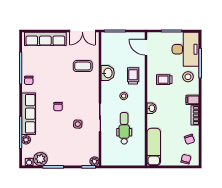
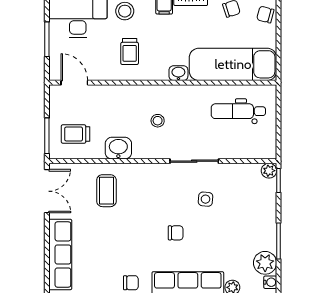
door: (146, 47) -> (74, 83), swing flipped
trolley: (133, 76) -> (76, 134), moved
dental chair: (124, 128) -> (238, 111), moved
exam couch: (154, 147) -> (233, 64), width x1.36, depth x1.45

